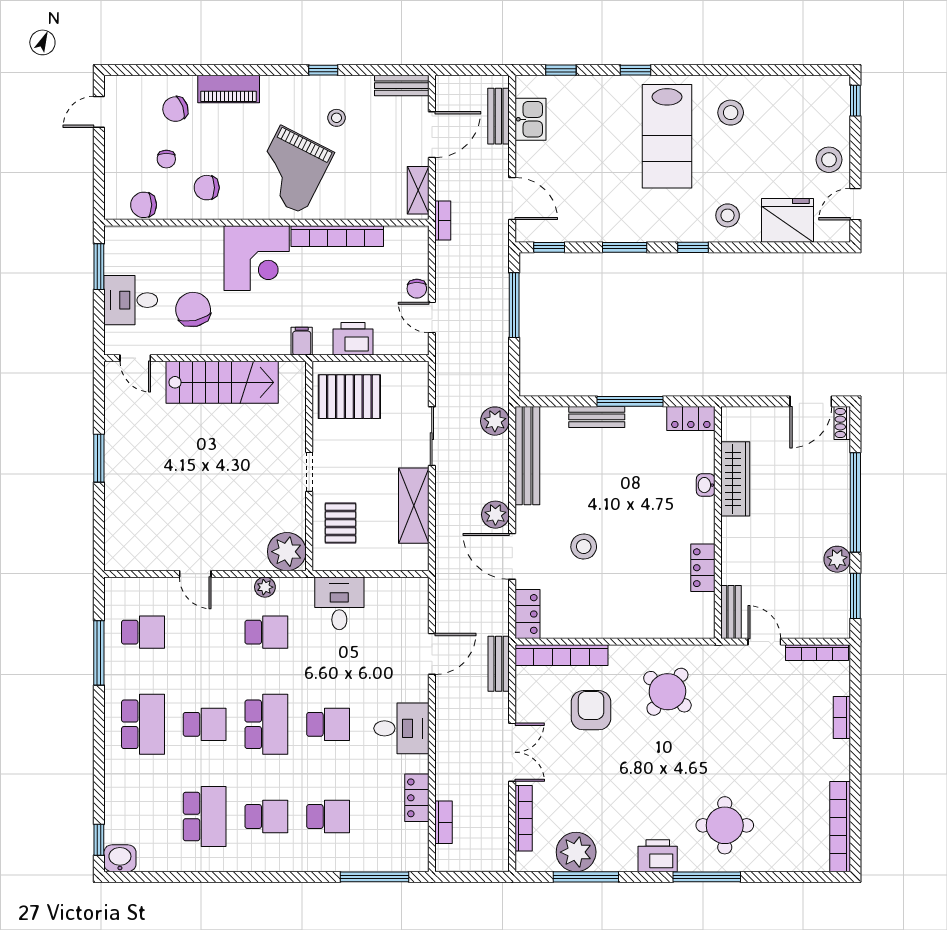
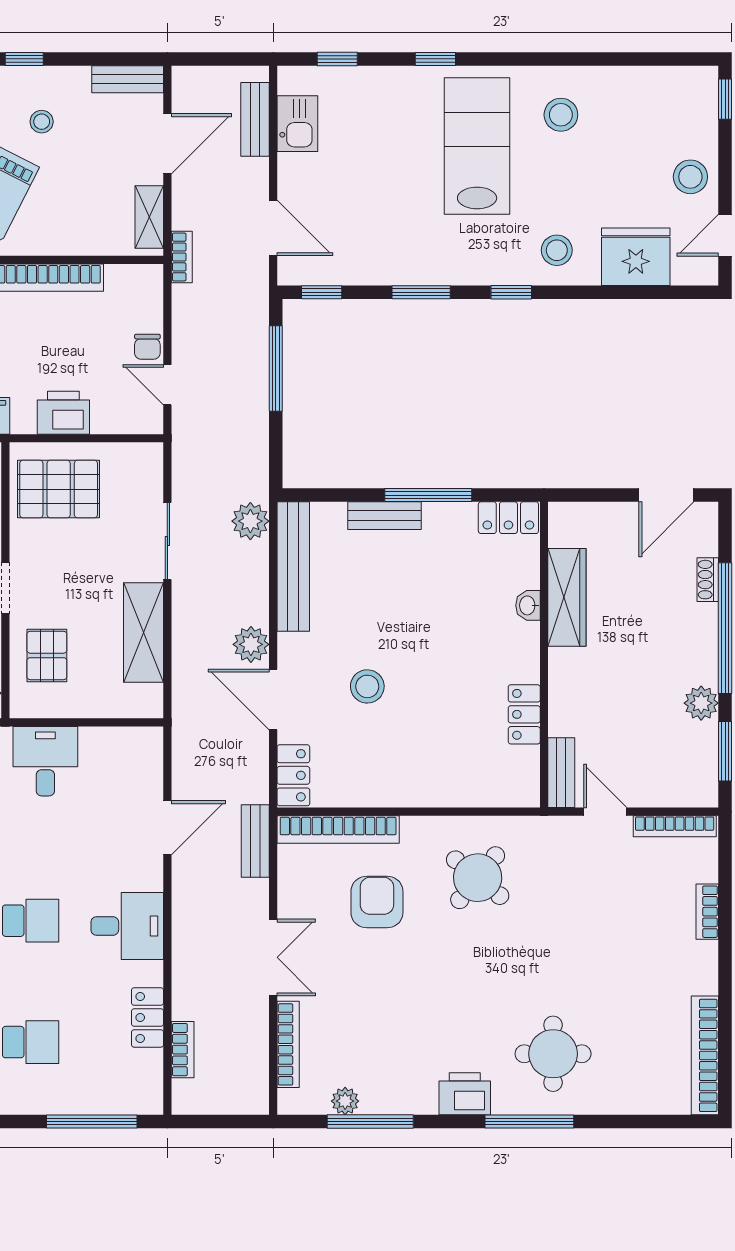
lab bench: (667, 136) -> (477, 146), turned 180
shoe rack: (842, 423) -> (708, 580), moved
plant: (576, 852) -> (345, 1101), width x0.53, depth x0.53

